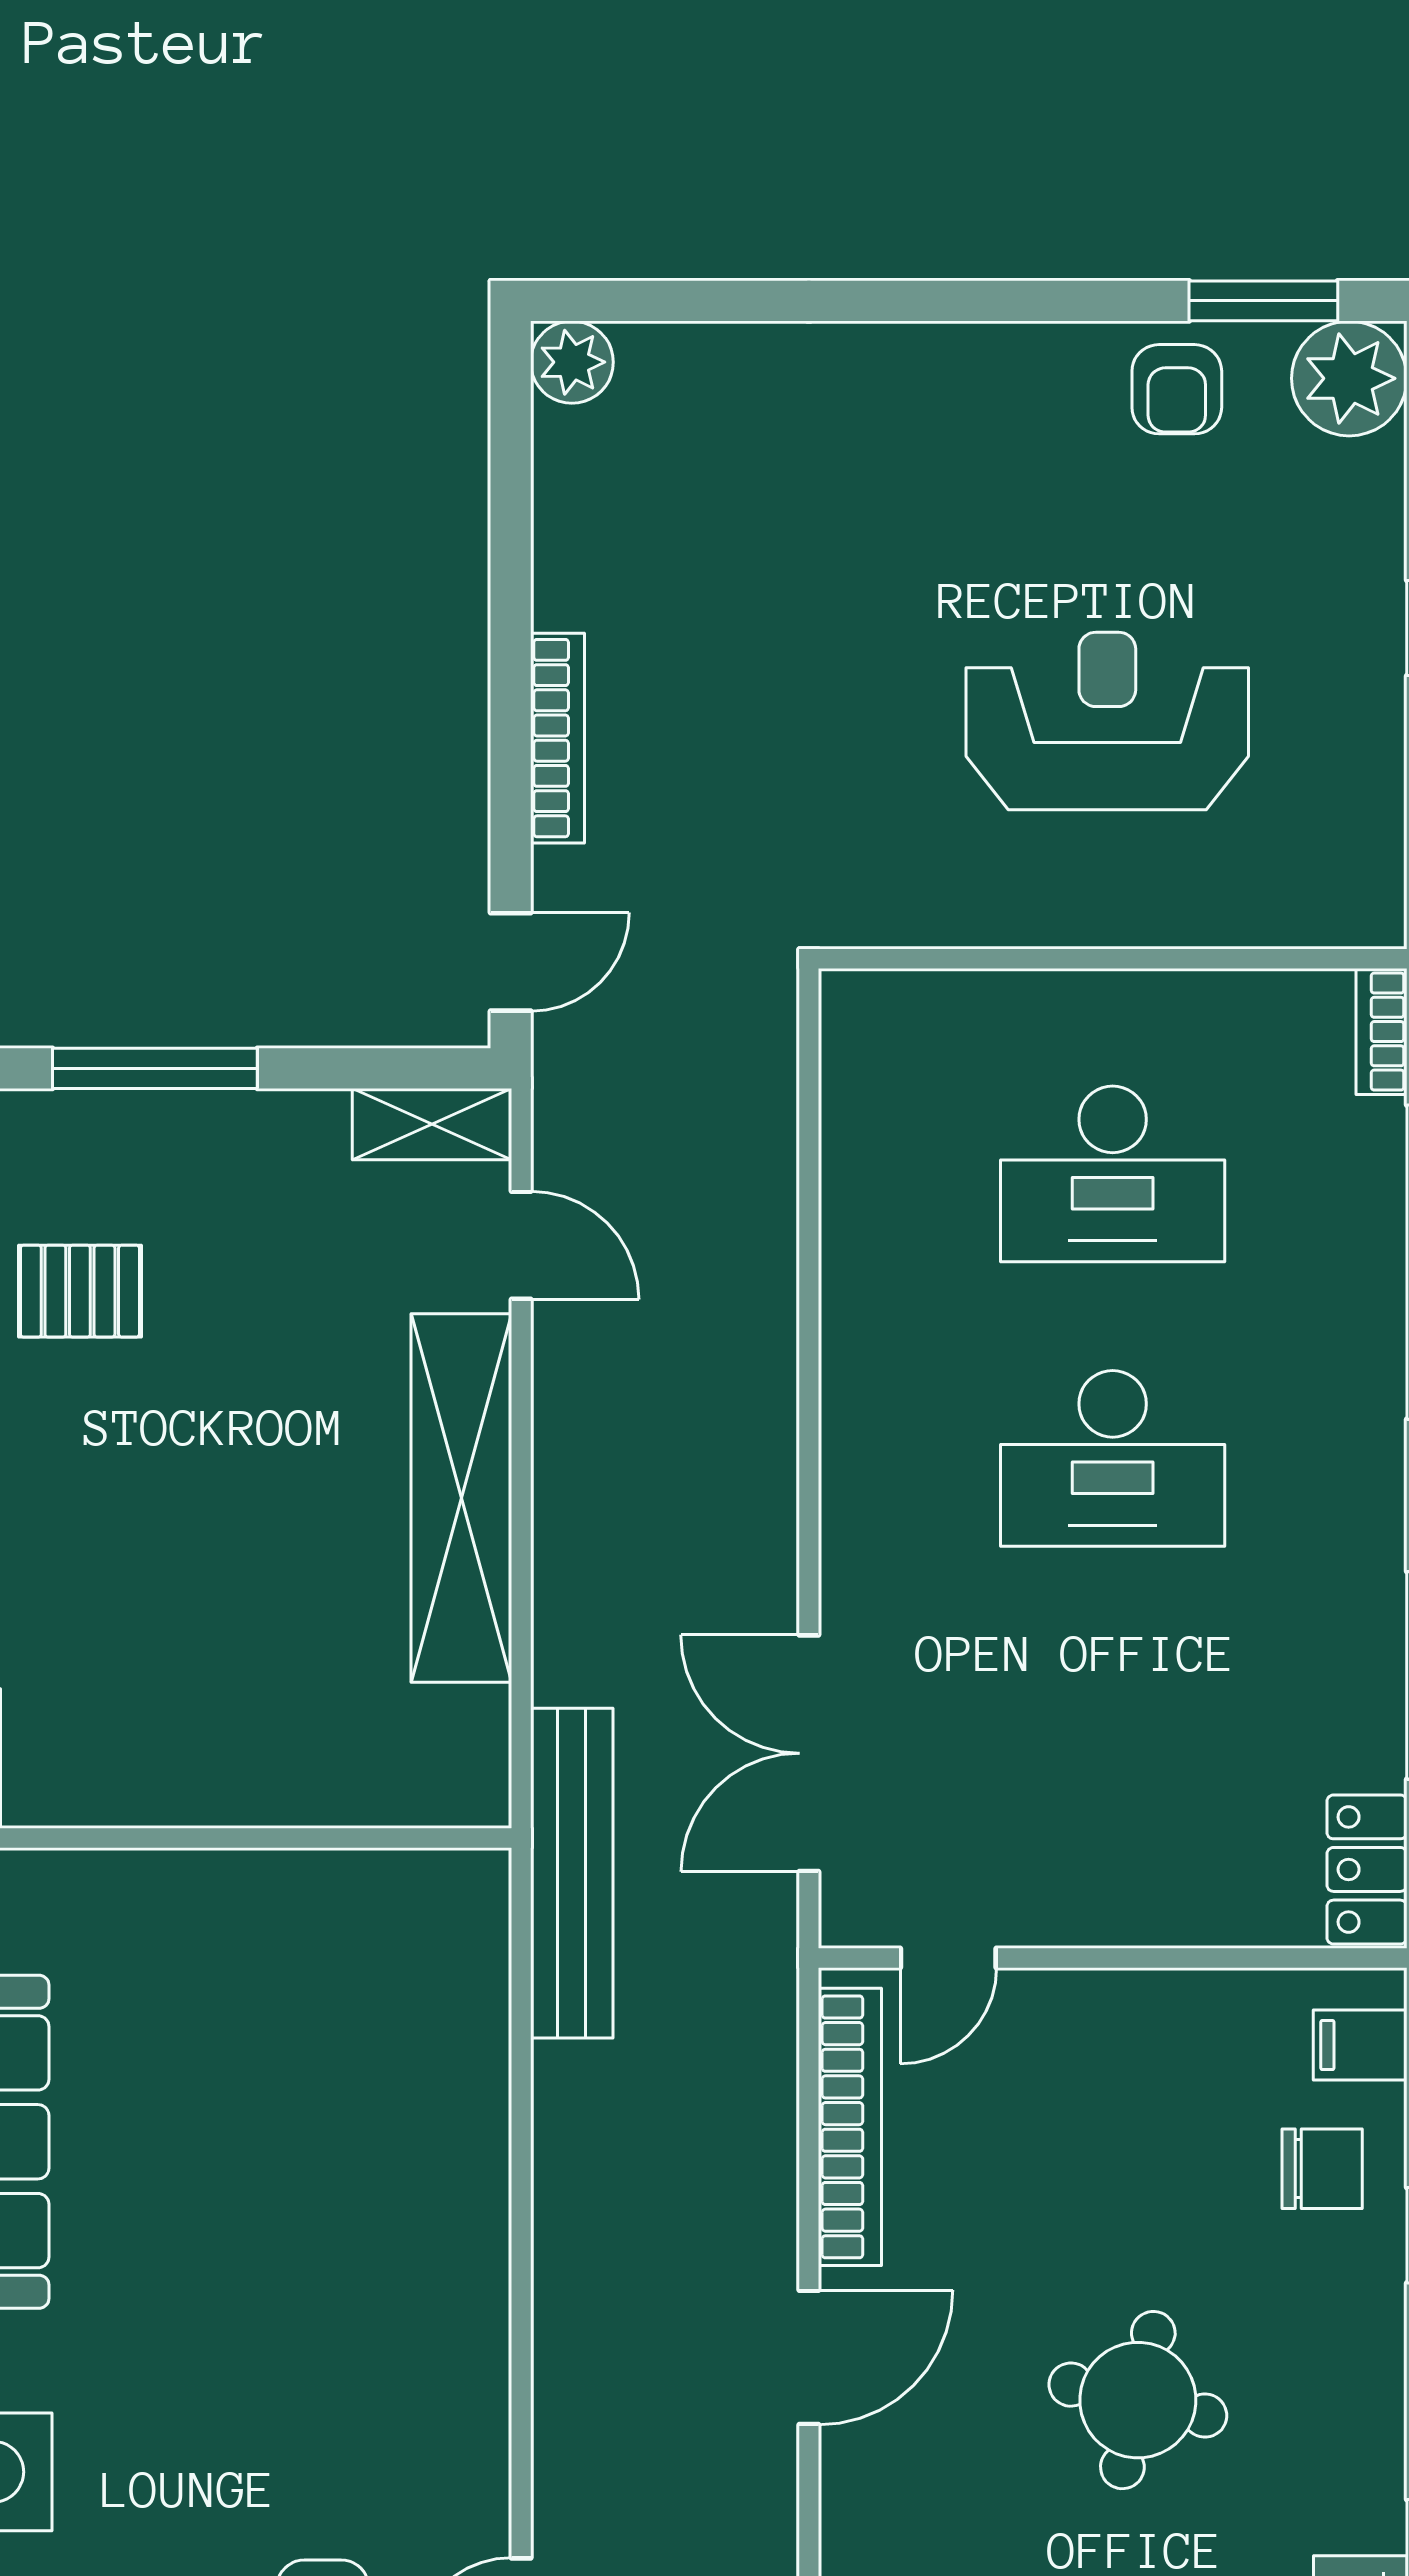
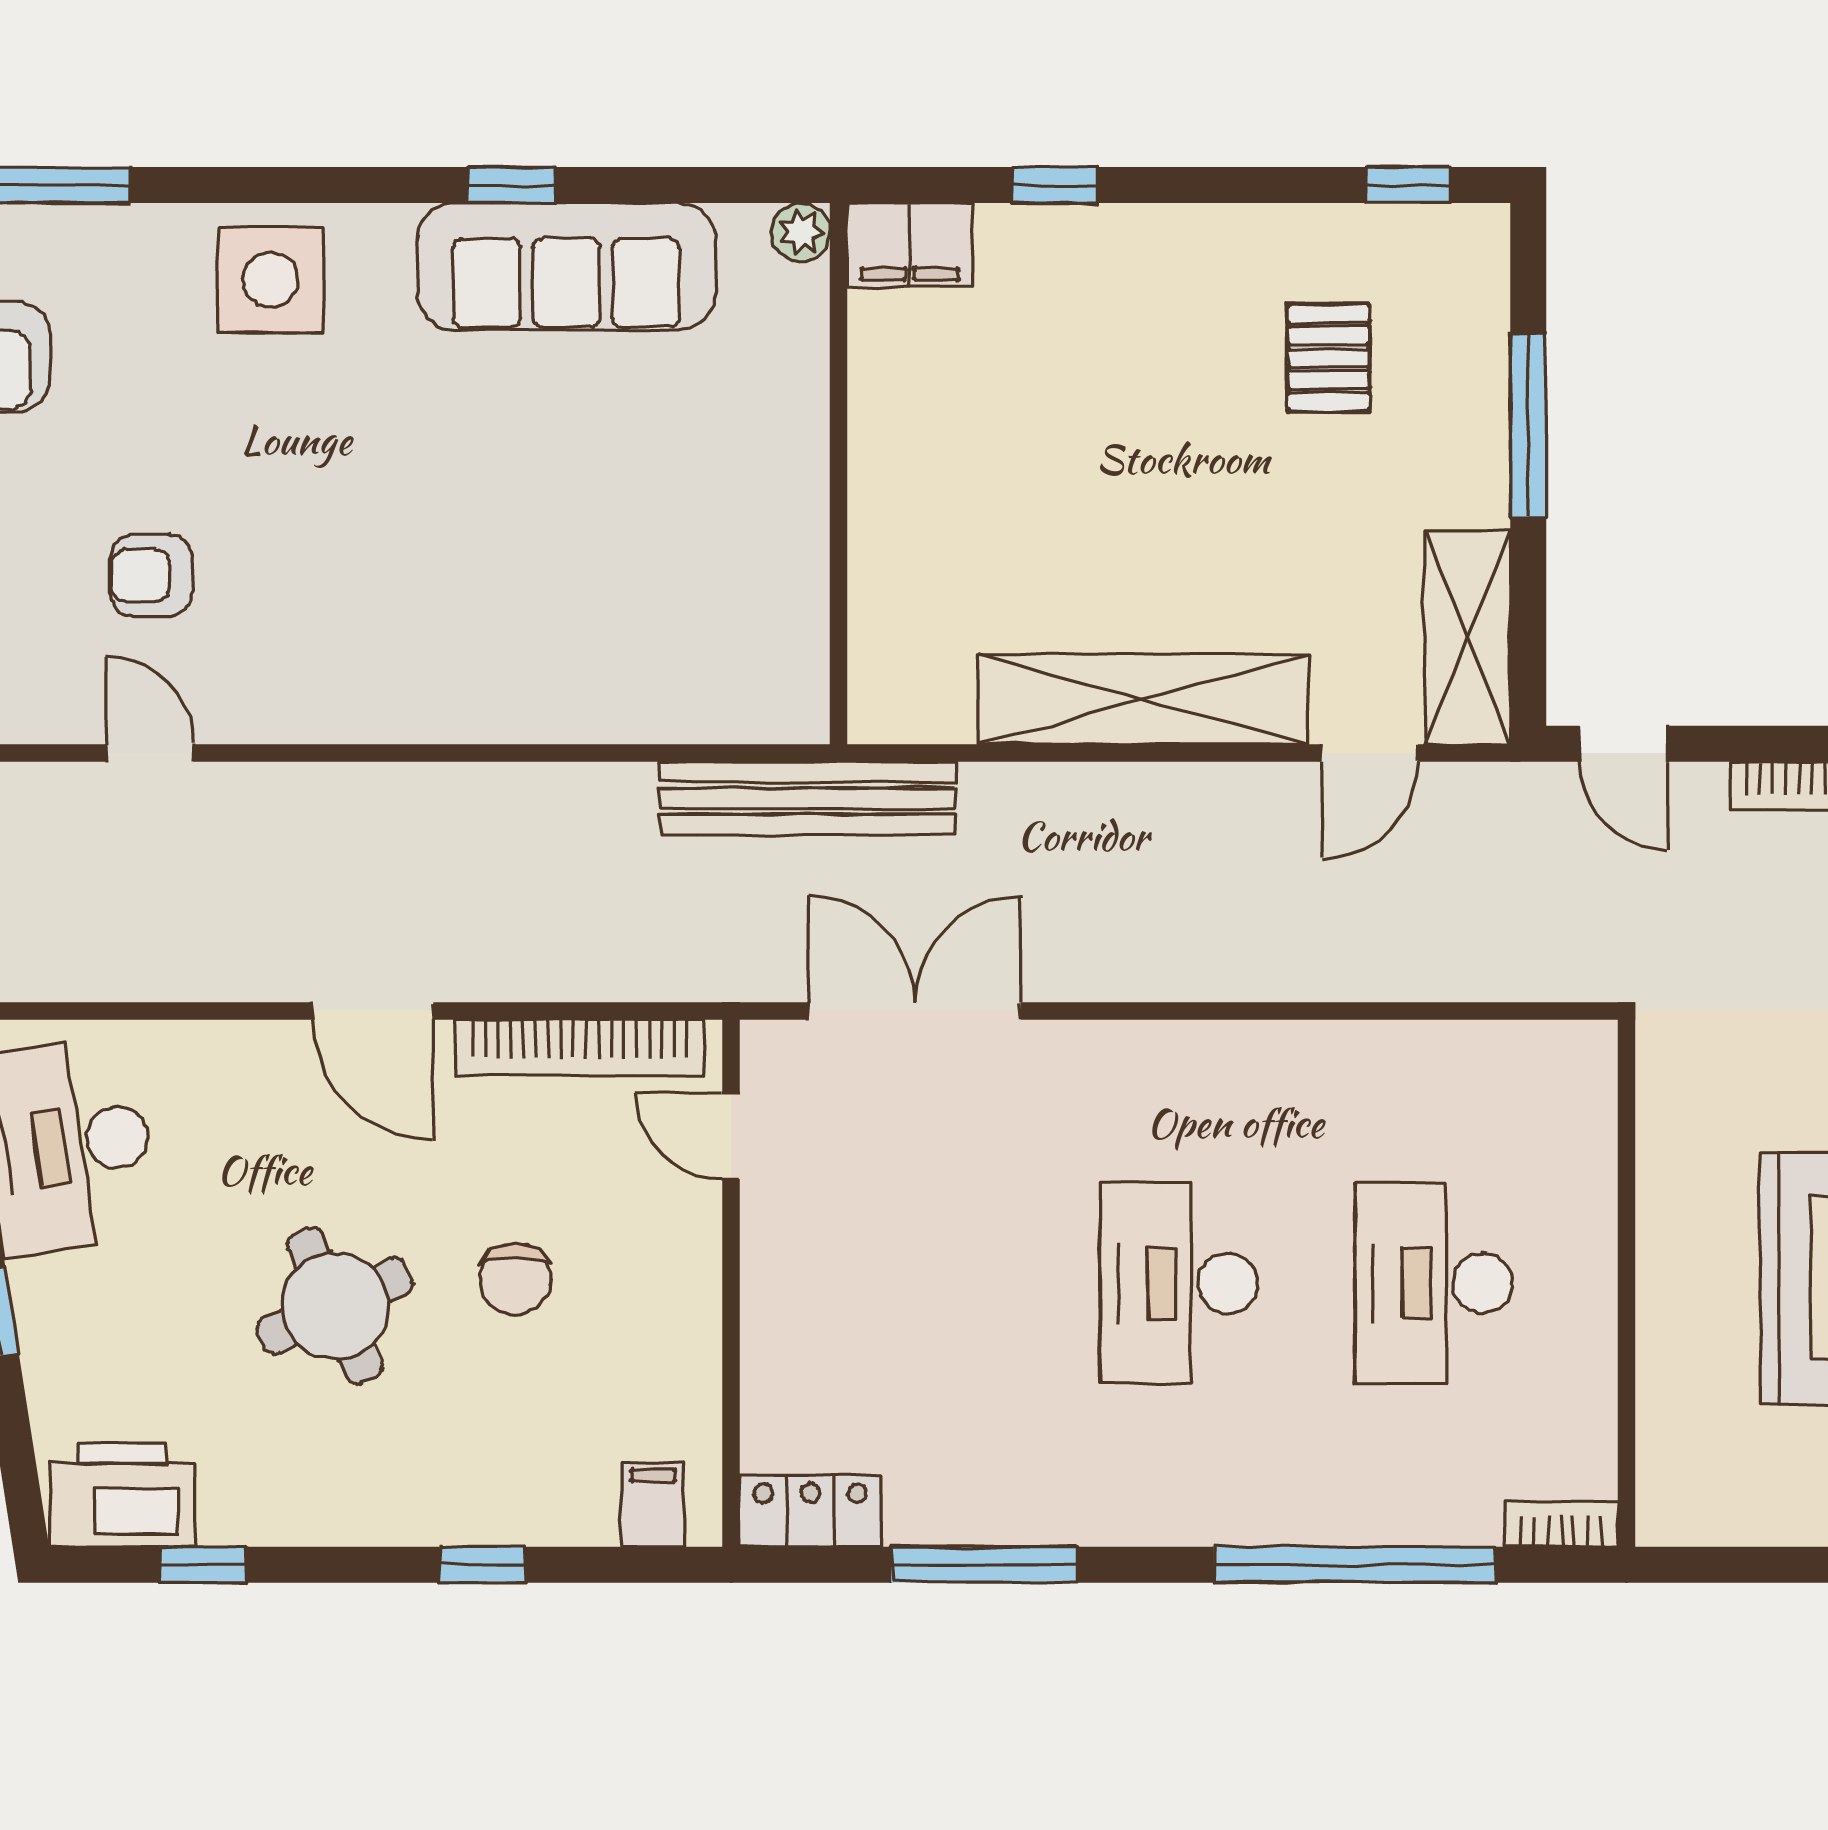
shelving: (432, 1124) -> (1468, 638), width x1.50, depth x1.33
chair: (1322, 2169) -> (515, 1279), moved
round table: (1138, 2400) -> (335, 1306), turned -38

